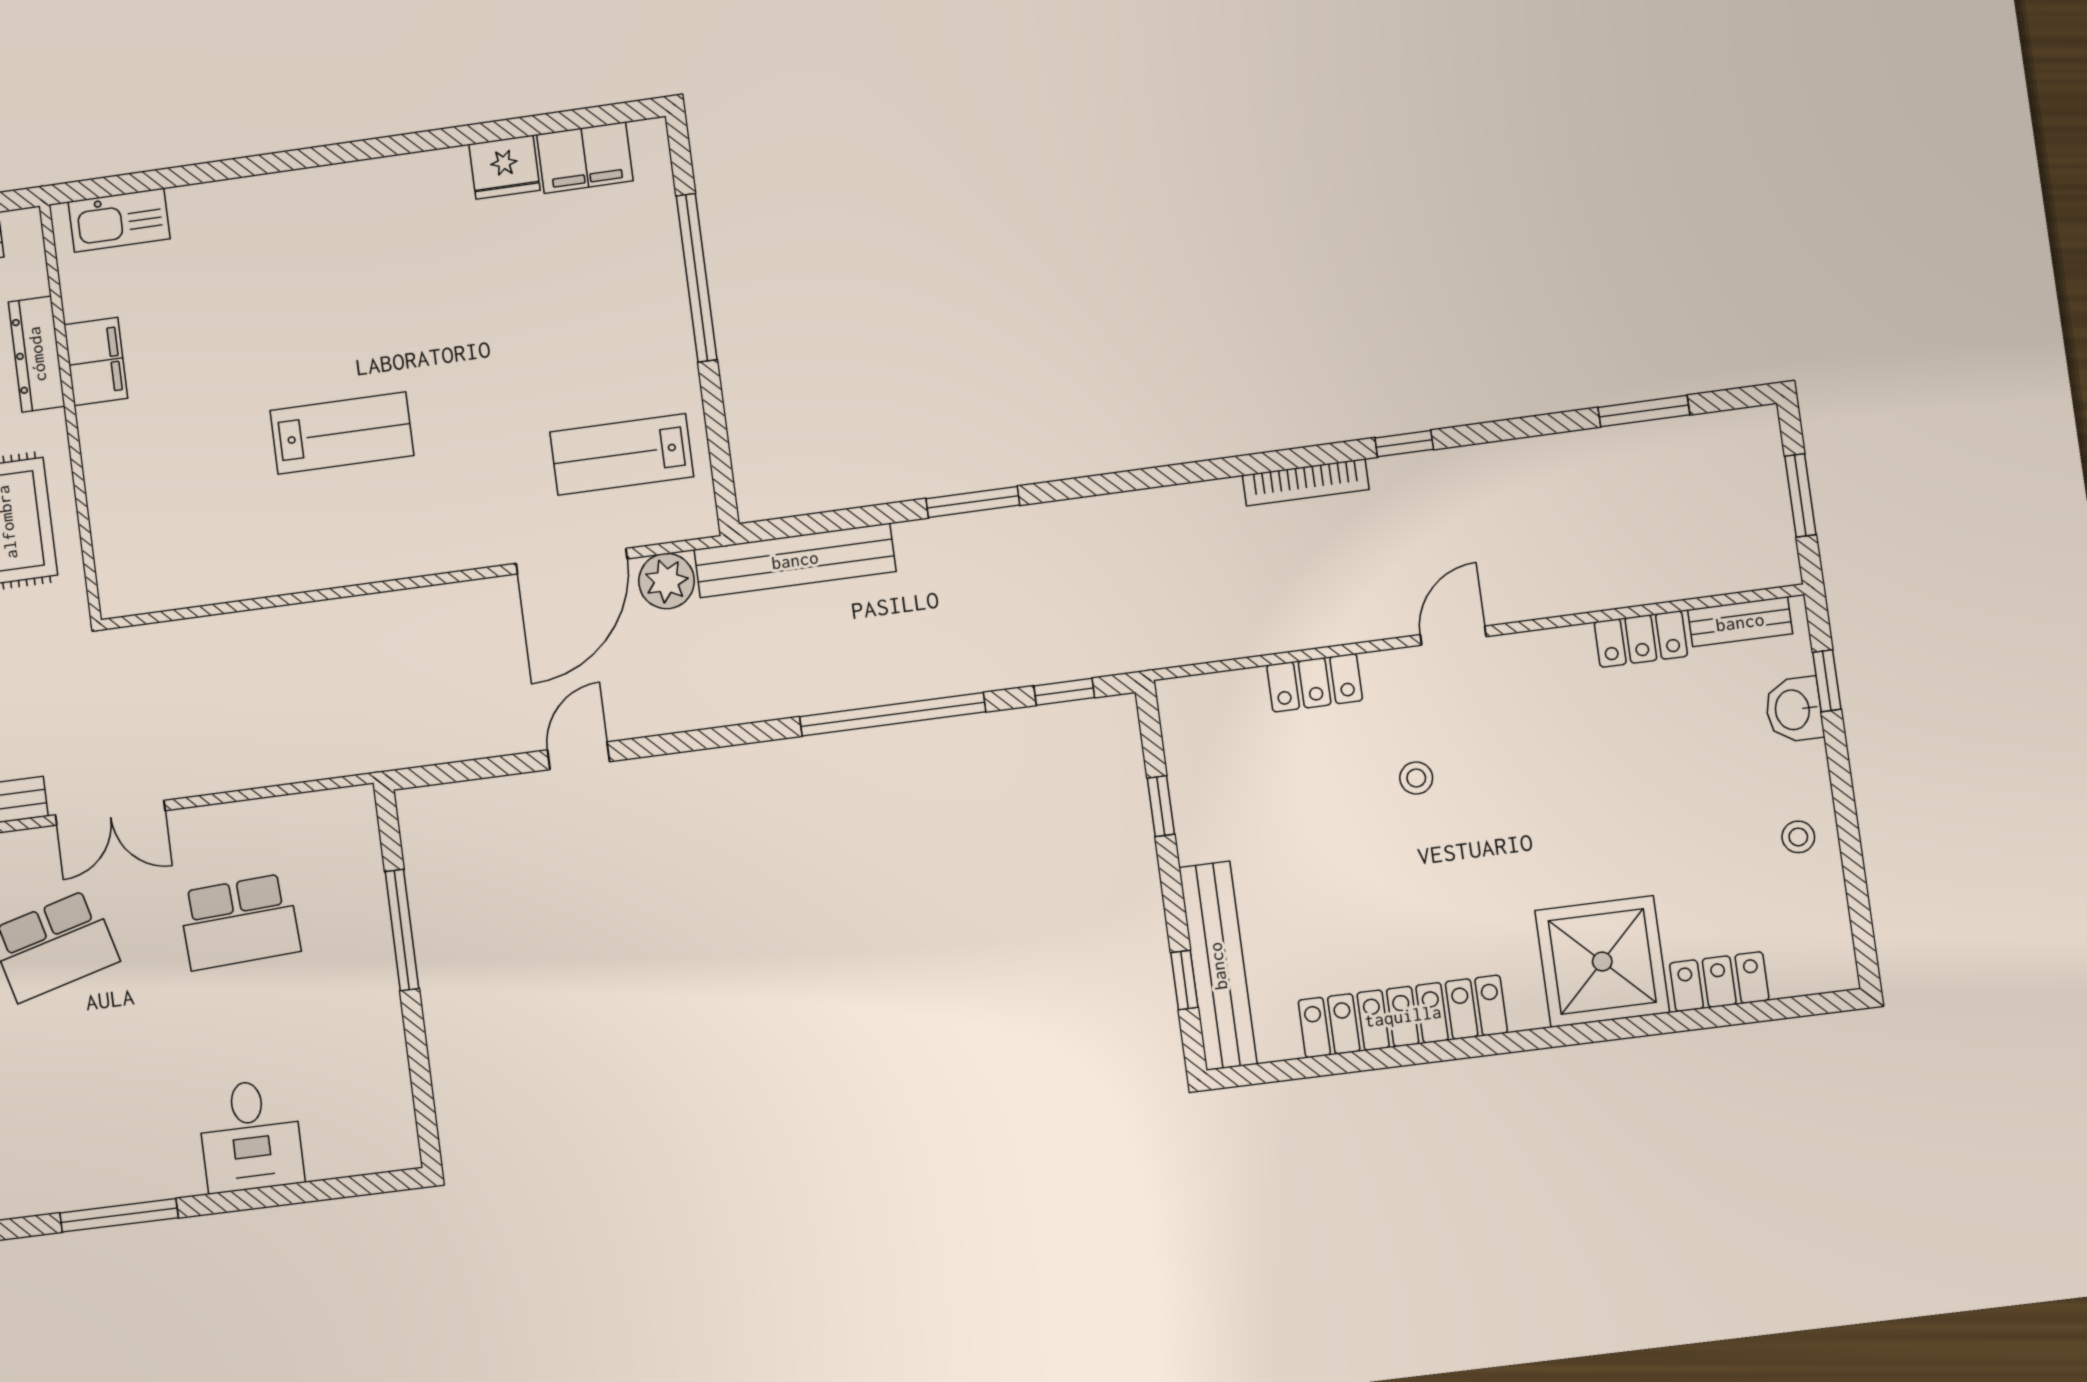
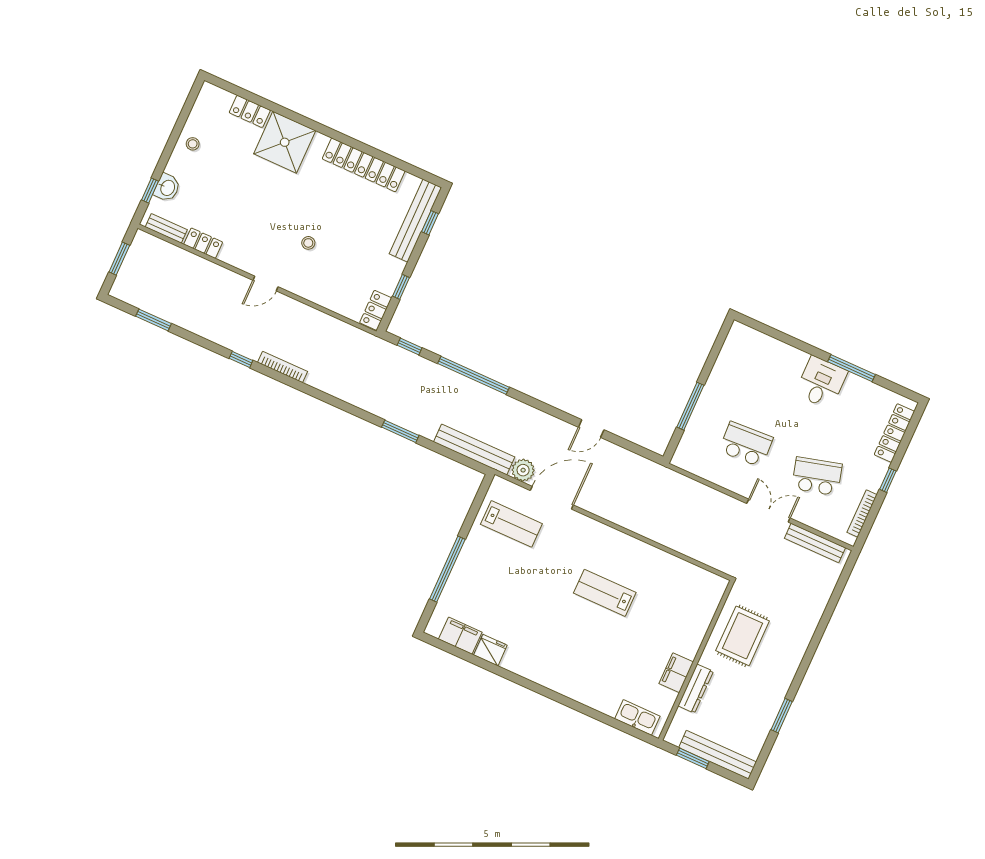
locker: (1315, 683) -> (376, 310), moved, turned -90
desk: (250, 1136) -> (821, 383), moved

